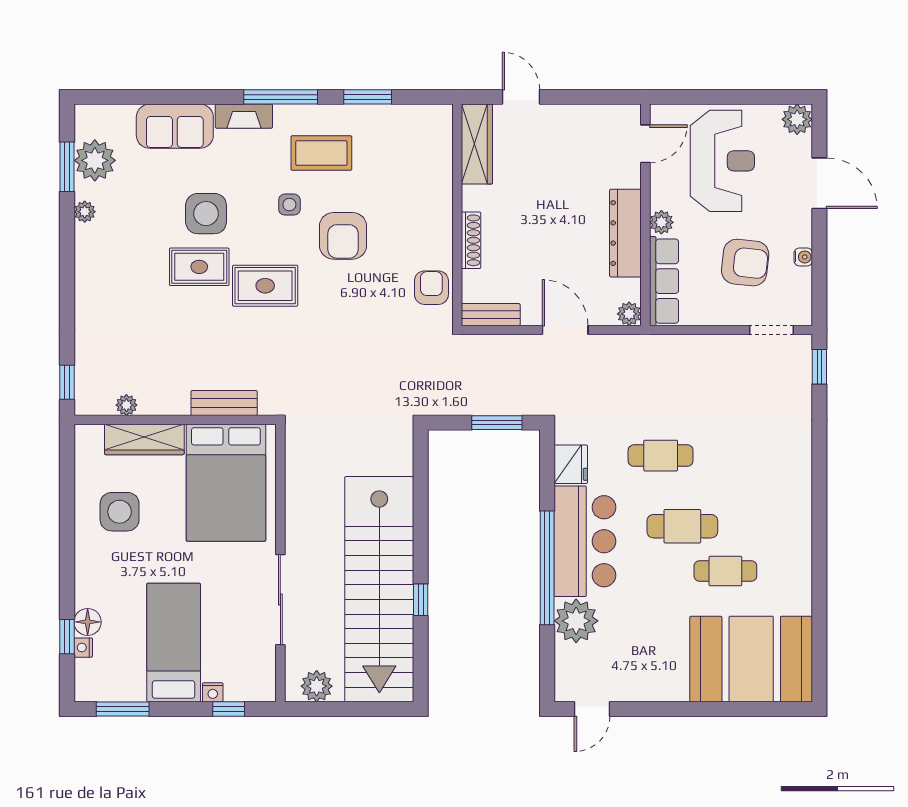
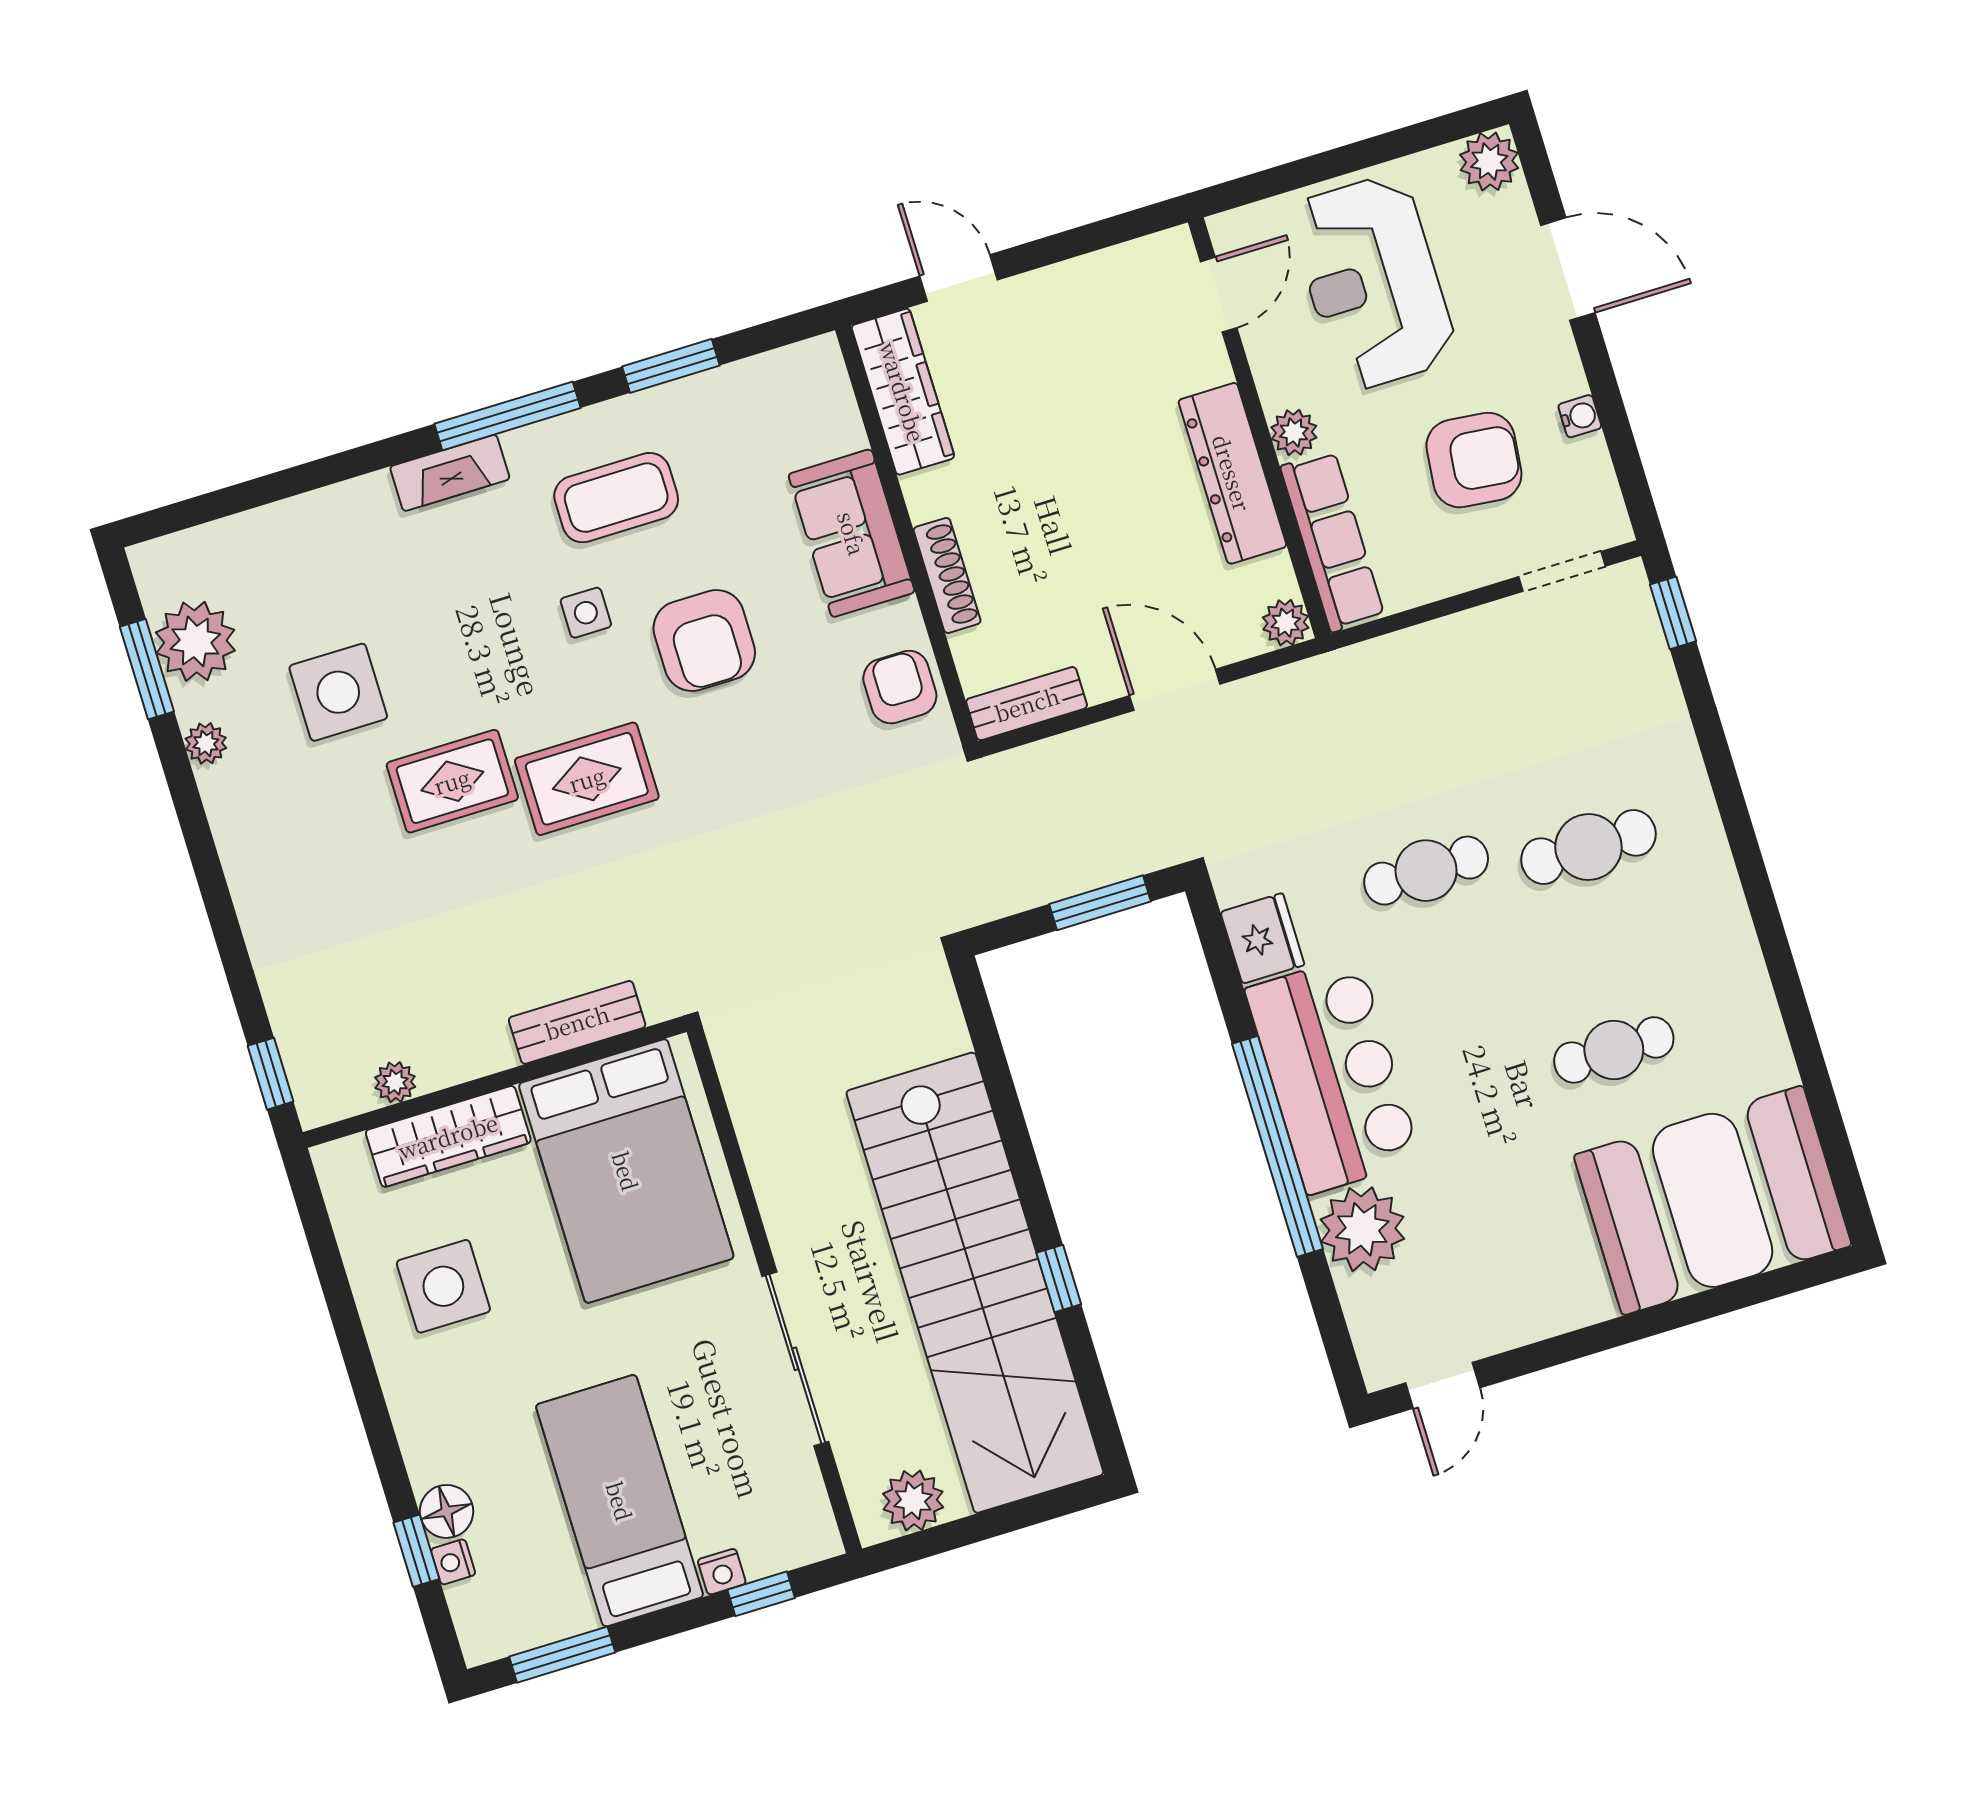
sofa: (175, 126) -> (852, 533), moved, turned 90
reception desk: (722, 161) -> (1373, 282), turned 180
side table: (206, 214) -> (338, 692), moved
cafe table: (682, 526) -> (1588, 847), moved

